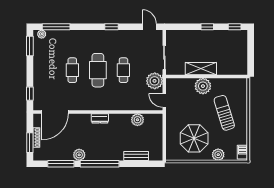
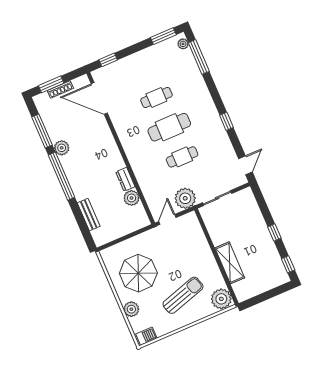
shelving: (201, 69) -> (230, 263), moved
plant: (203, 86) -> (221, 299), moved
dresser: (100, 118) -> (125, 179), moved

